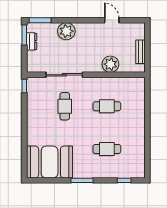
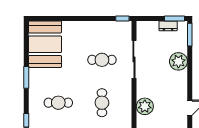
cafe table: (107, 149) -> (58, 103), turned 90

